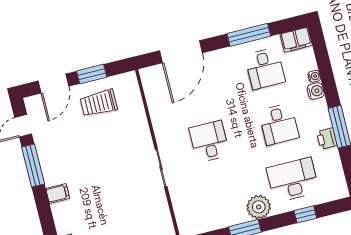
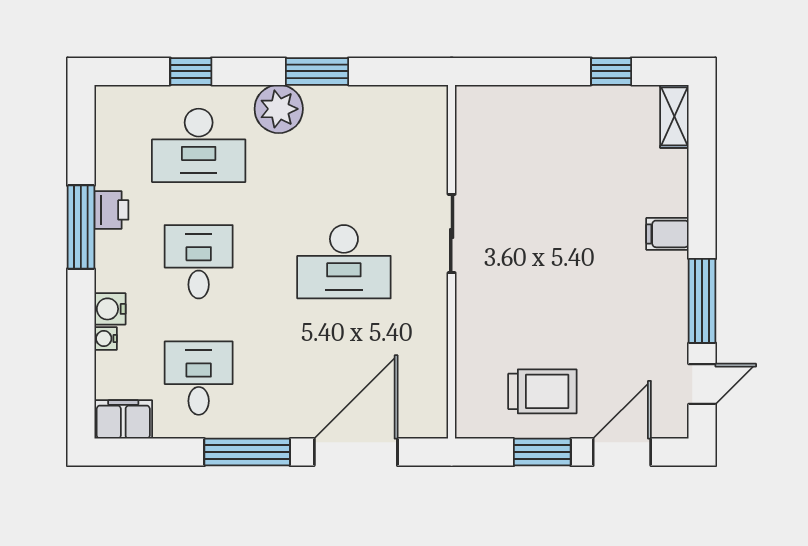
window: (249, 35) -> (247, 452), moved
desk: (209, 142) -> (344, 262), width x1.37

